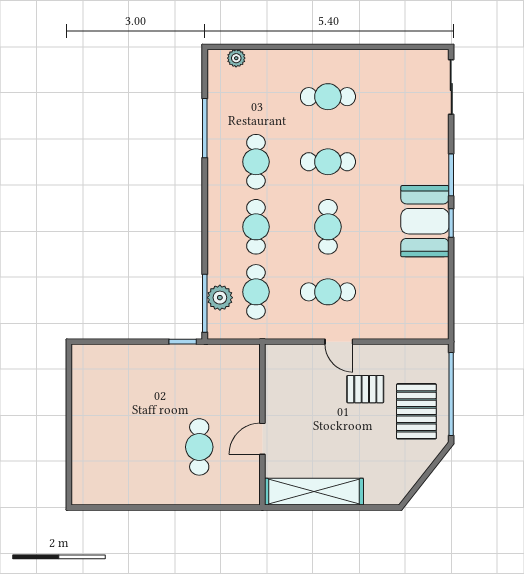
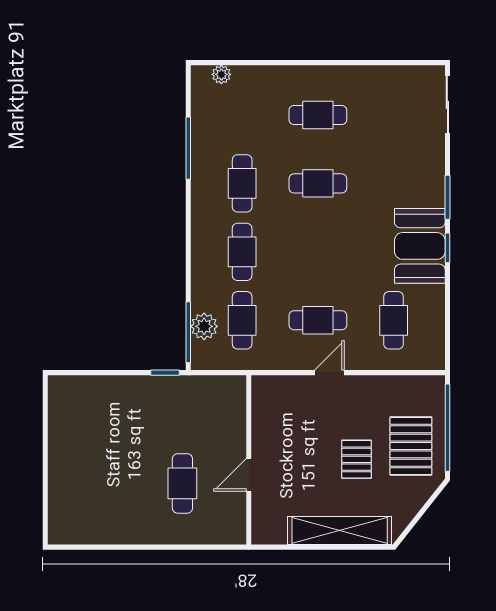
cafe table: (328, 227) -> (394, 320), moved
door: (339, 342) -> (329, 373), swing flipped
pallet: (365, 389) -> (356, 459), moved, turned 90
shelving: (314, 492) -> (340, 531), moved

